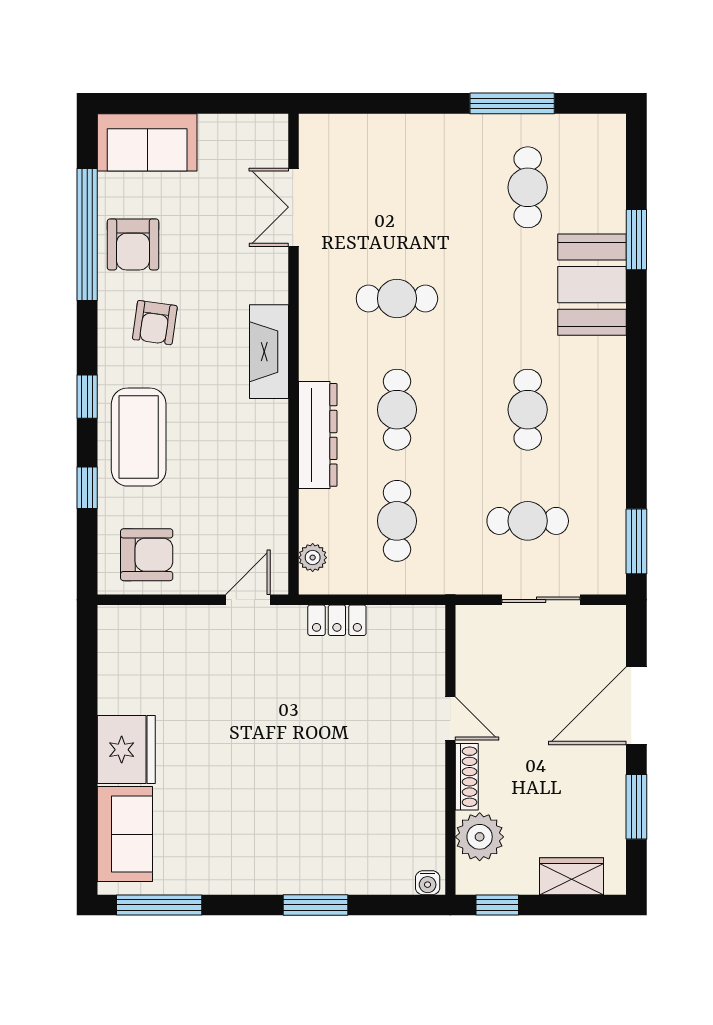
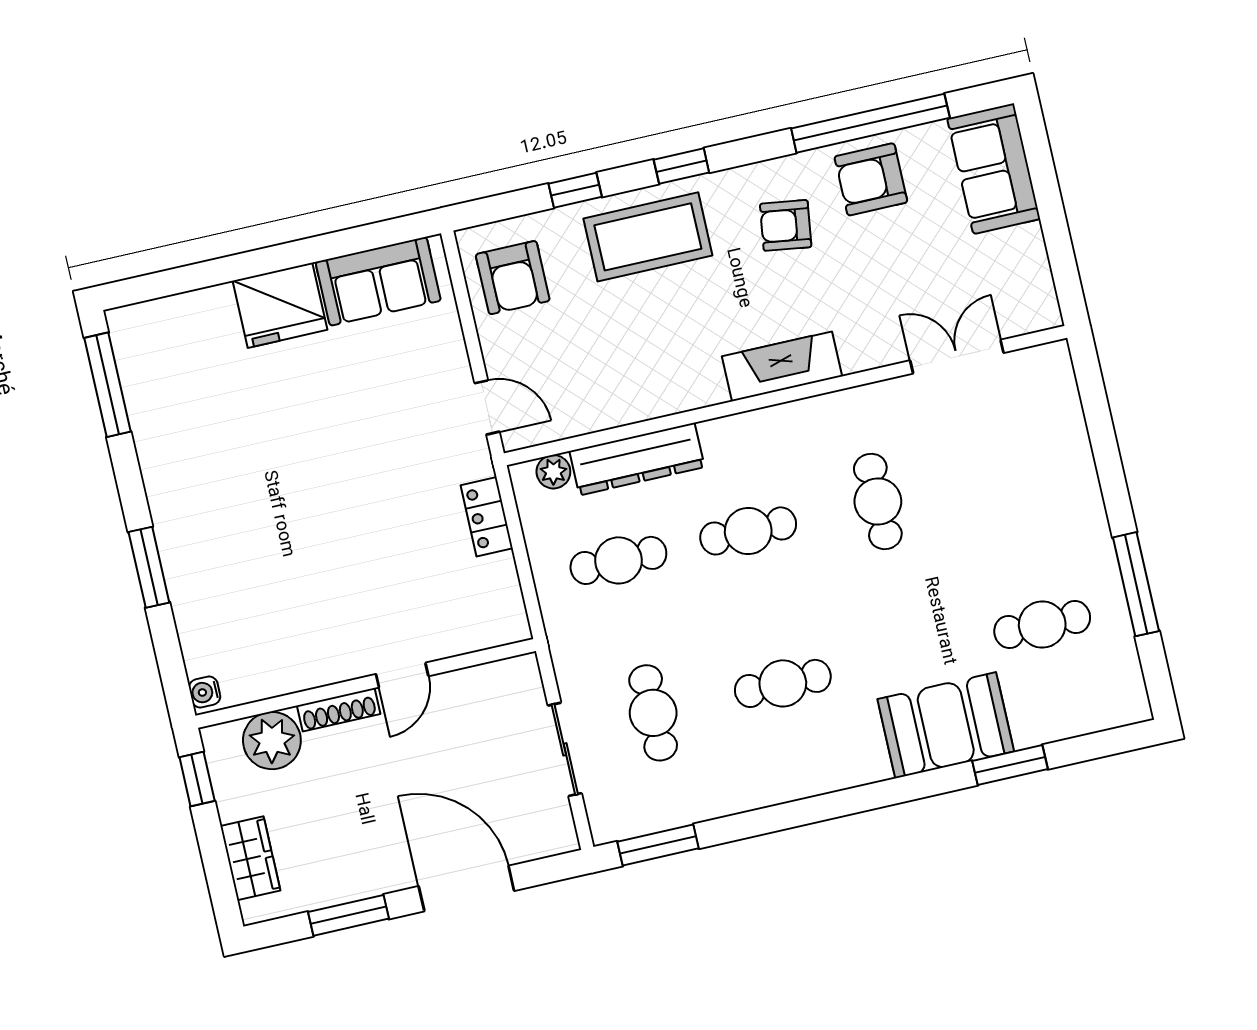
dresser: (318, 435) -> (637, 459), moved
sofa: (125, 834) -> (378, 281), moved

